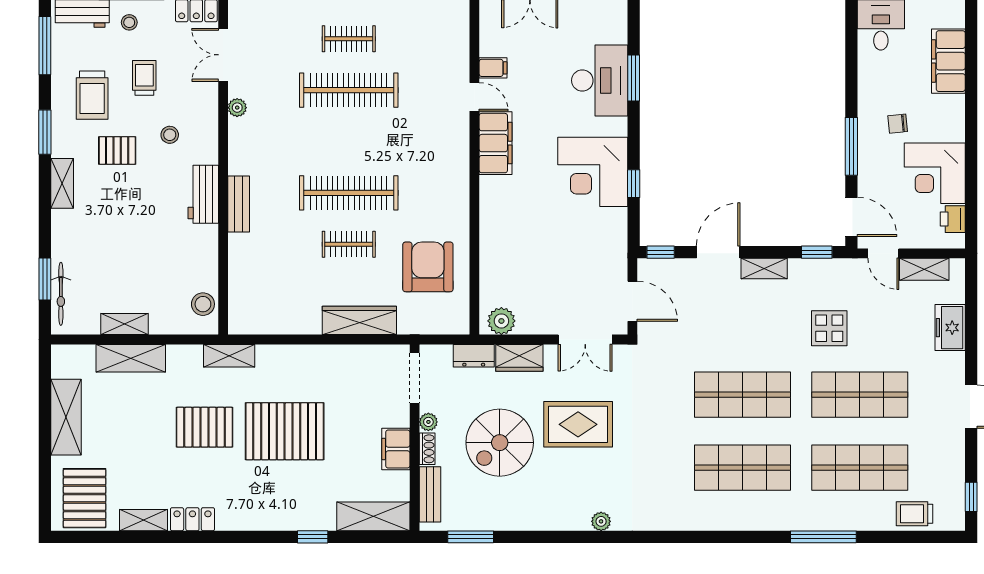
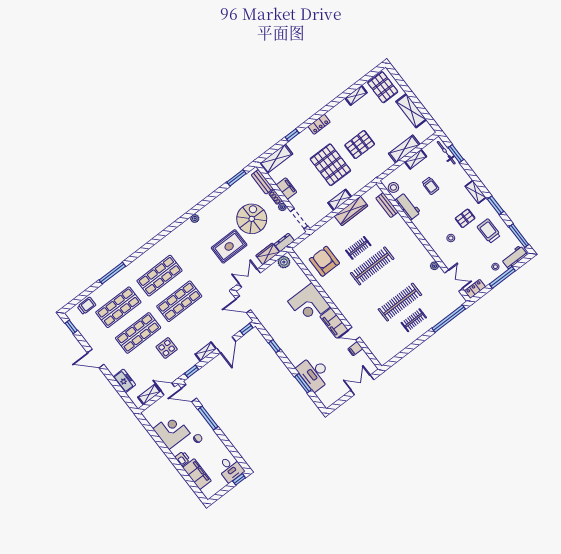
trolley: (144, 78) -> (430, 186), moved
corner desk: (593, 172) -> (309, 304), moved, turned 180
workbench: (203, 194) -> (408, 206), moved
bench: (239, 204) -> (387, 205), moved
printer: (953, 219) -> (182, 459), moved
armchair: (428, 267) -> (324, 261), turned 180
wardrobe: (359, 320) -> (351, 211), moved
shelving: (229, 356) -> (340, 200), moved
pallet: (285, 431) -> (330, 165), turned 90
locker: (192, 519) -> (319, 124), moved

